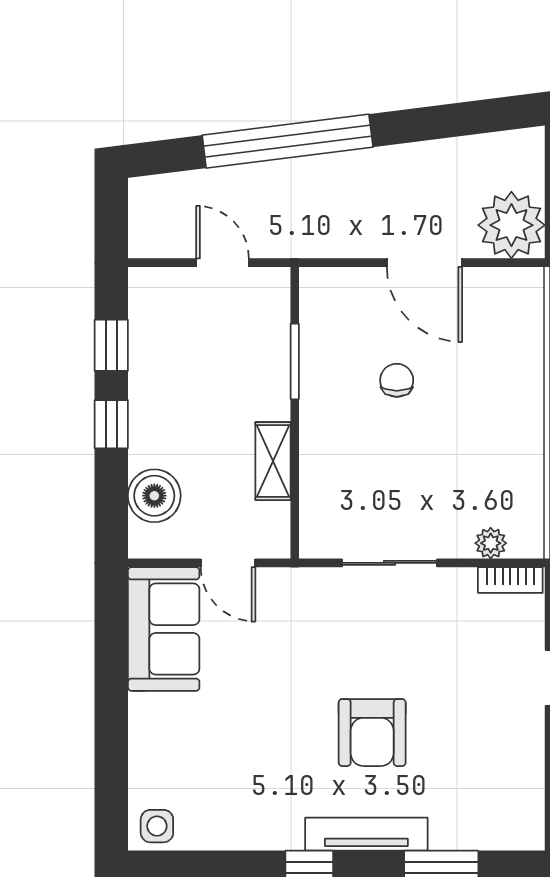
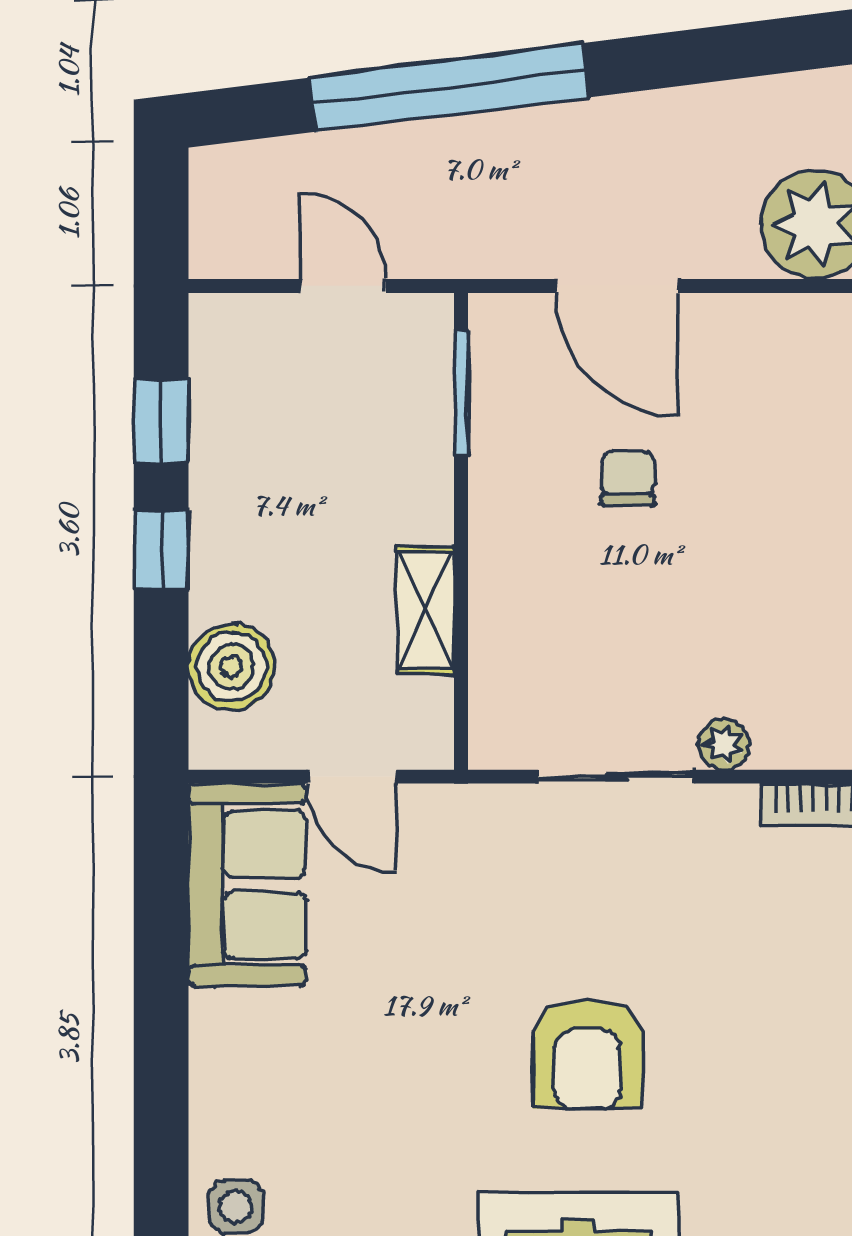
door: (424, 263) -> (617, 286), moved
window: (295, 361) -> (461, 393), moved
plant: (491, 543) -> (724, 744), moved

